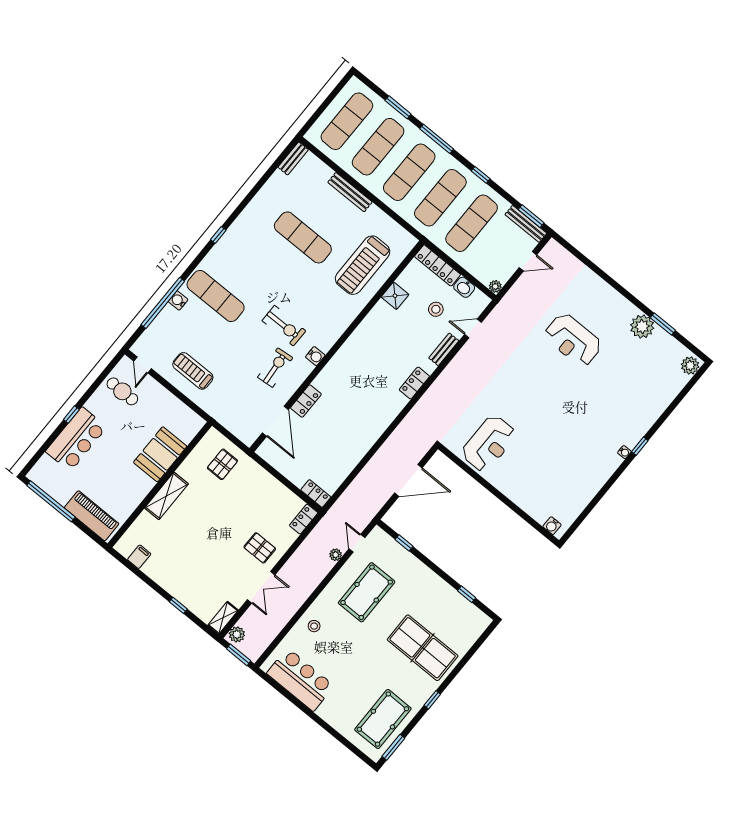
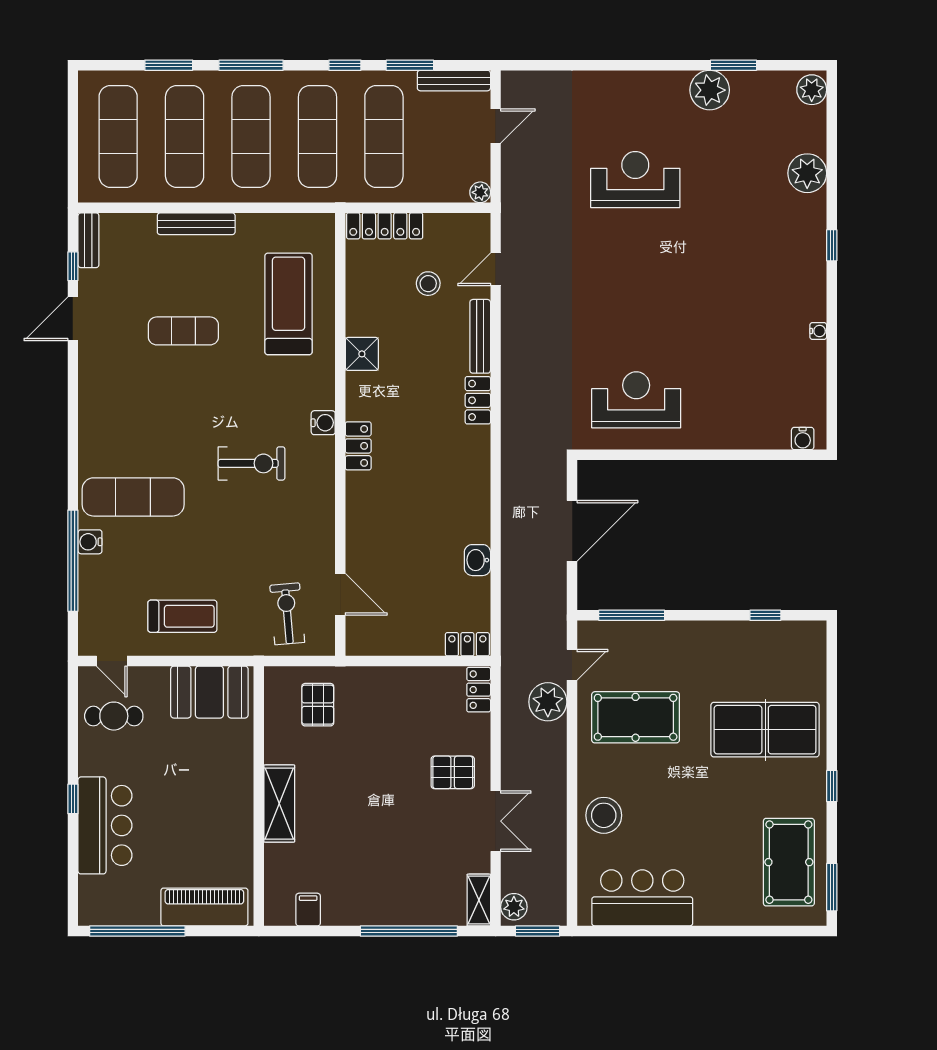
door: (256, 189) -> (73, 319), added
window: (531, 216) -> (410, 65), moved
window: (218, 235) -> (73, 266), moved
exercise mat: (303, 237) -> (183, 331), width x0.73, depth x0.69
treadmill: (363, 265) -> (289, 304), turned 180
washbasin: (464, 287) -> (477, 560), moved, turned 90
shower: (395, 296) -> (362, 354), moved
reception desk: (573, 340) -> (635, 180), turned 180
bench: (444, 349) -> (480, 336), width x1.36
water cooler: (315, 356) -> (323, 423), moved
exercise bike: (275, 368) -> (287, 614), moved
treadmill: (193, 371) -> (182, 616), turned 180
locker: (306, 401) -> (358, 446), moved
plant: (656, 403) -> (807, 173), added
door: (275, 421) -> (340, 594), width x0.73
reception desk: (489, 444) -> (636, 400), turned -90
water cooler: (624, 452) -> (818, 331), moved
booth: (160, 454) -> (209, 692), moved, turned 90
door: (357, 543) -> (572, 665), swing flipped
window: (404, 543) -> (632, 615), width x2.17
plant: (336, 555) -> (548, 702), width x1.88, depth x1.88
pool table: (367, 592) -> (636, 717), turned 90
window: (178, 605) -> (409, 931), width x3.17
stool: (314, 626) -> (604, 815), width x1.89, depth x1.89

